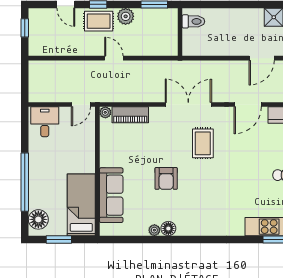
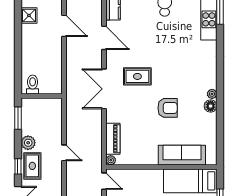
door: (114, 58) -> (64, 153), swing flipped
plant: (154, 230) -> (212, 94), moved

